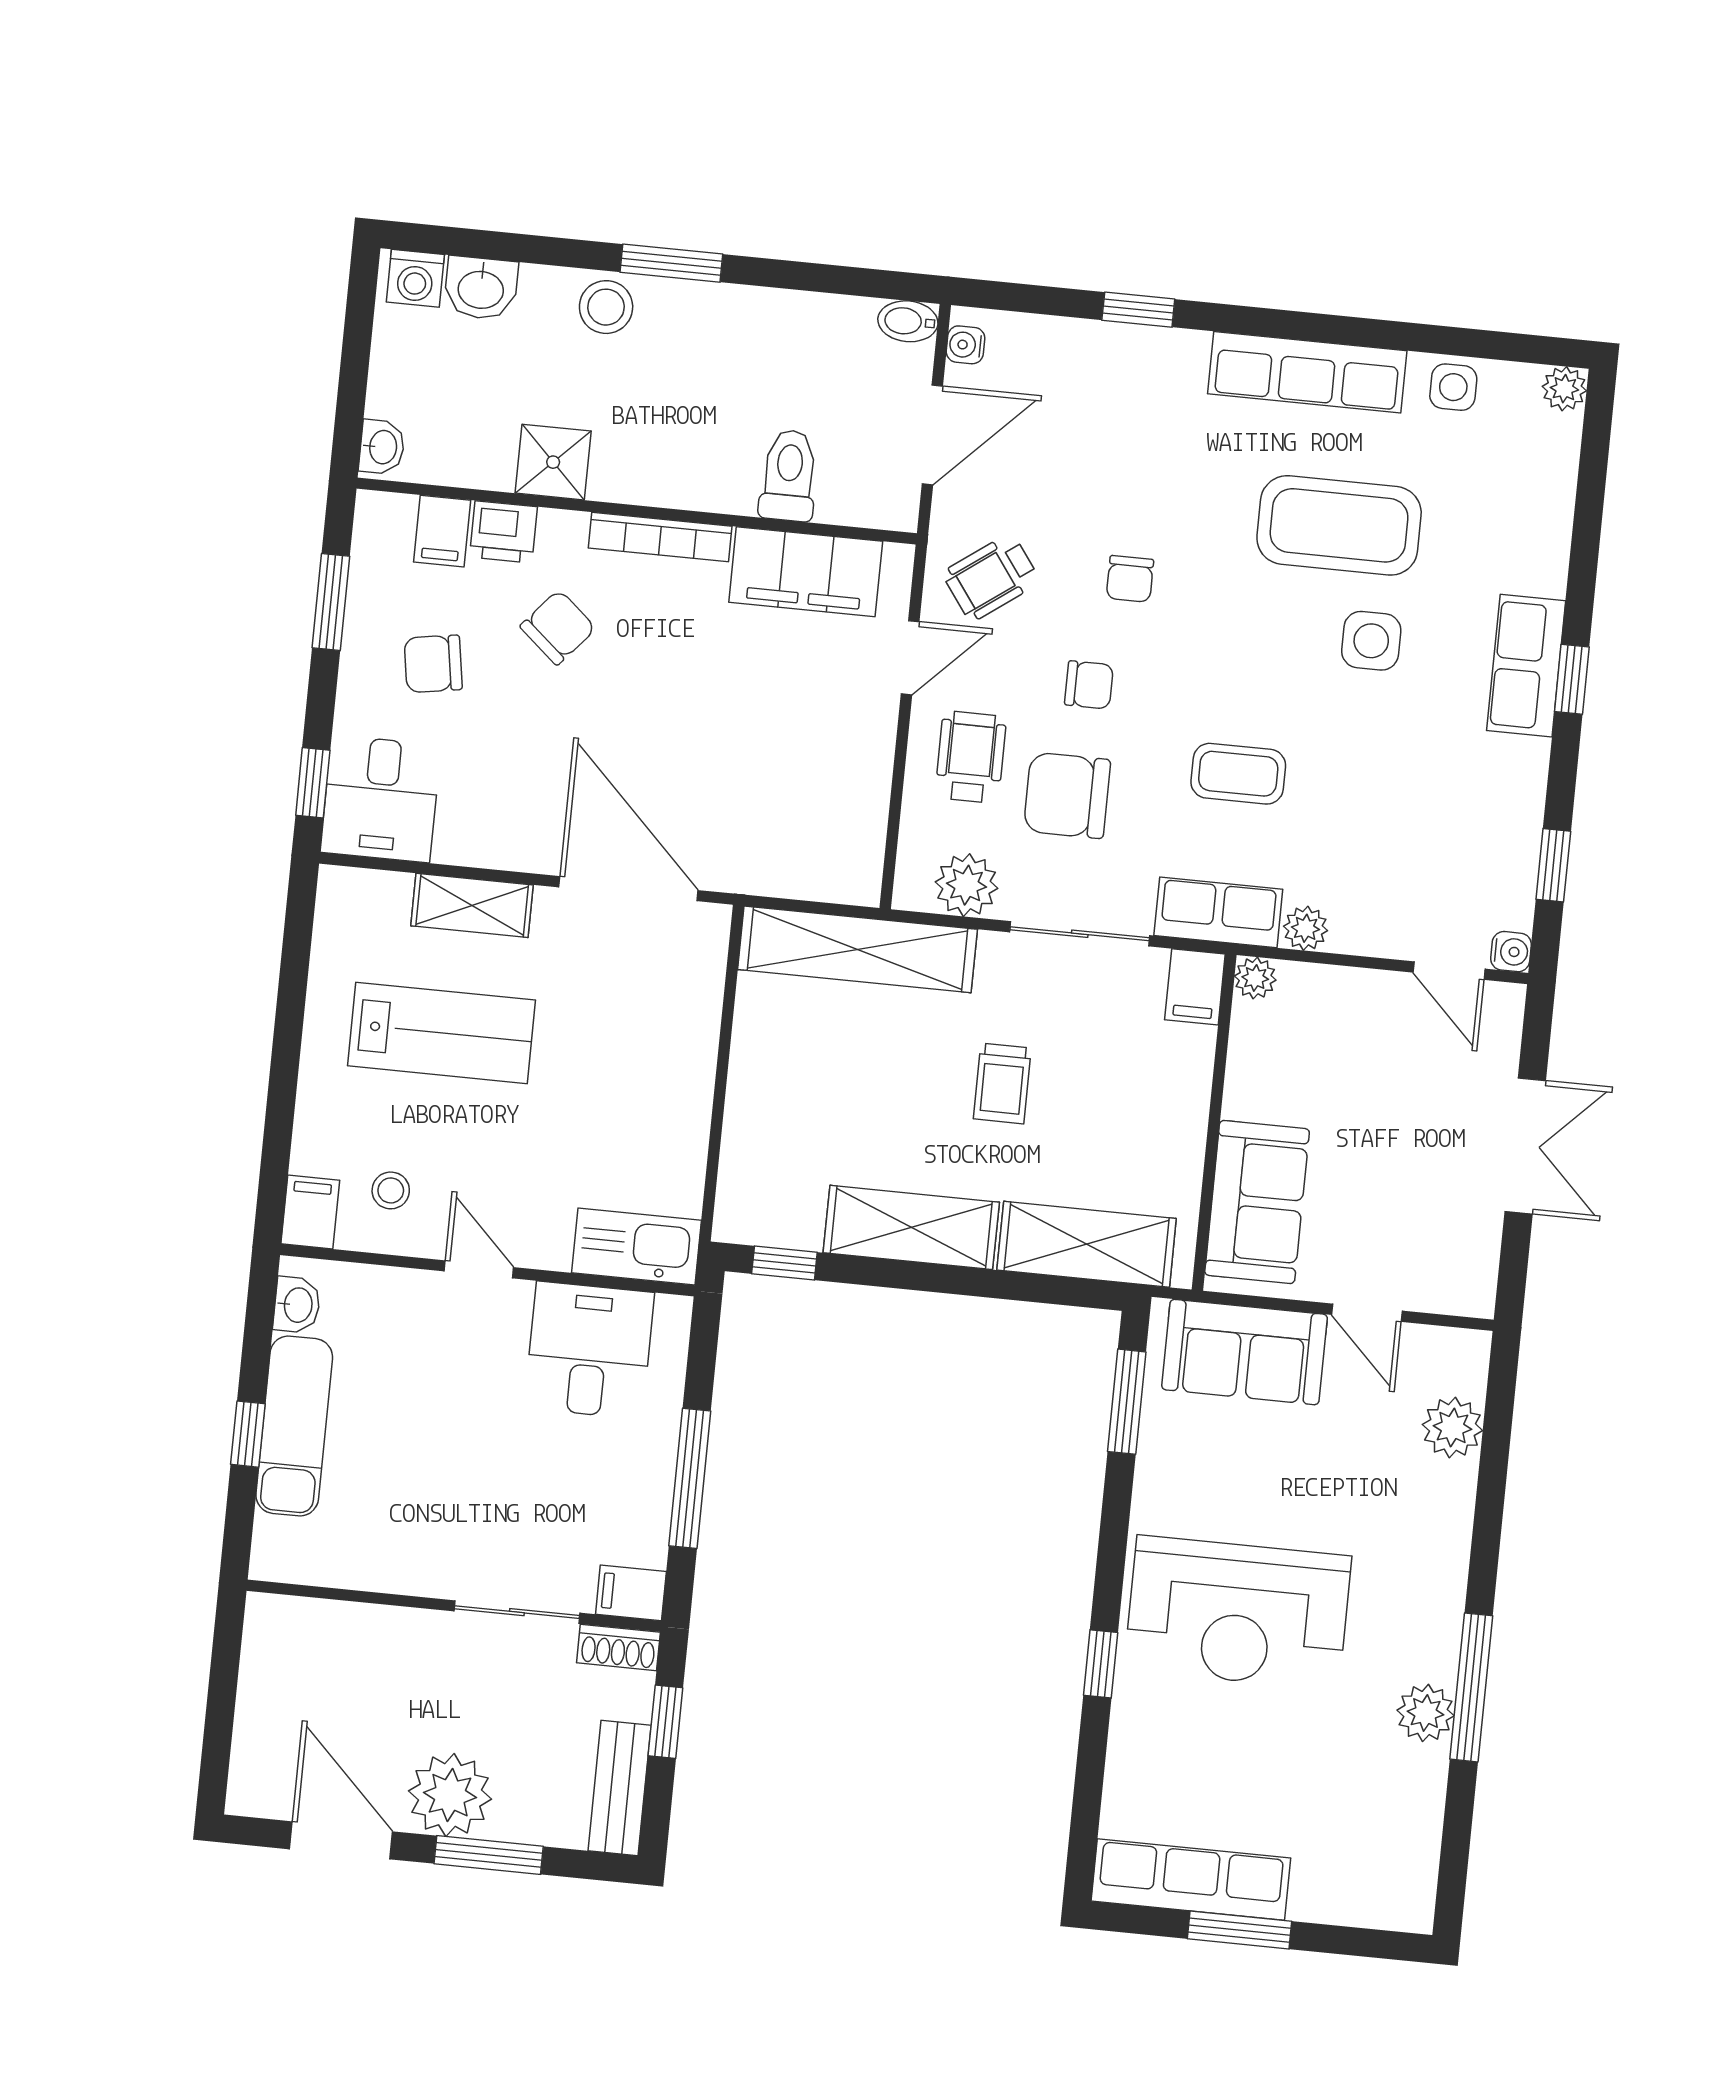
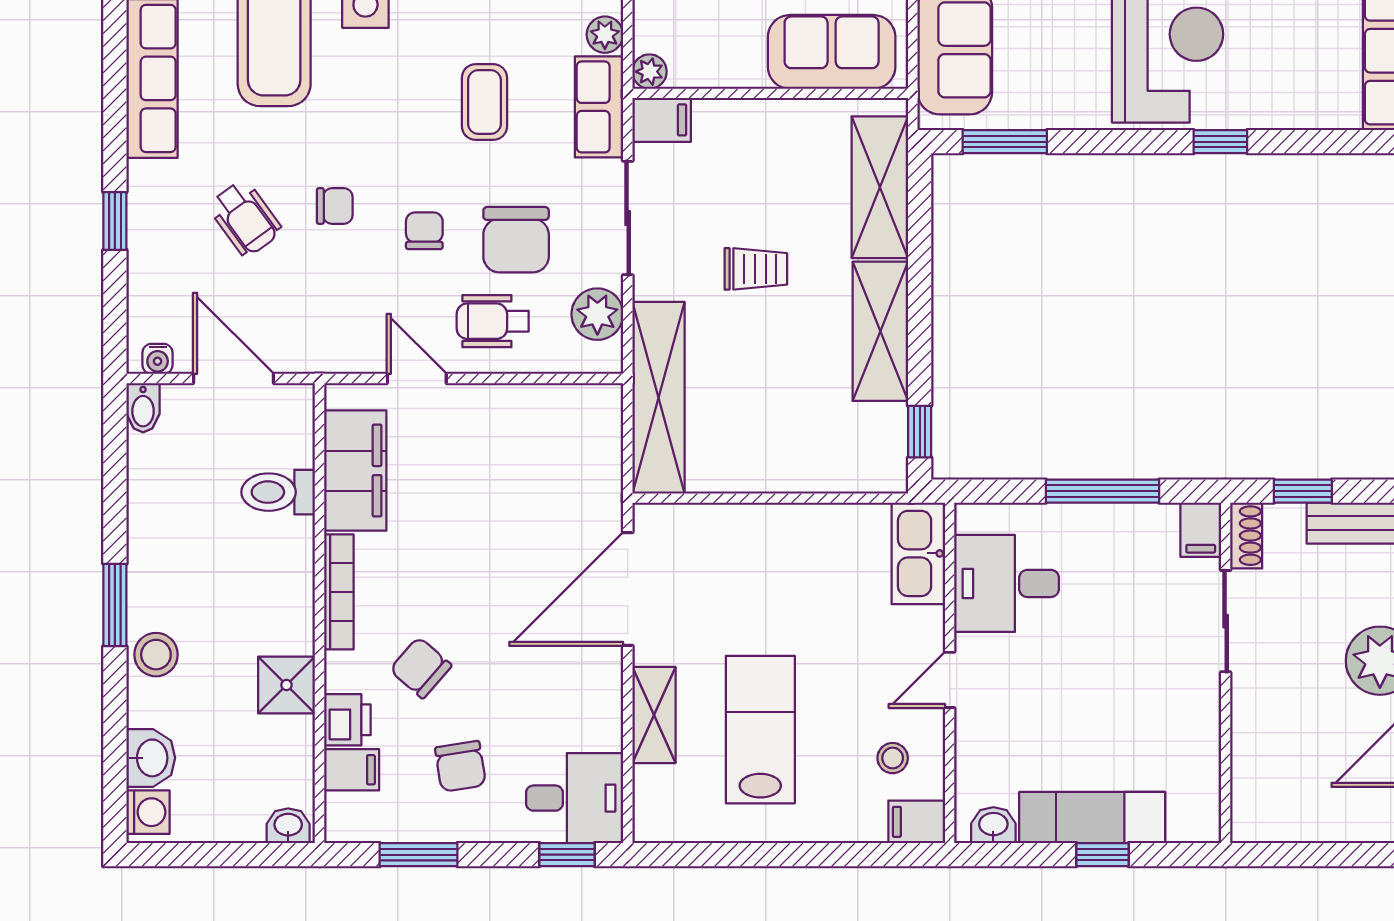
wheelchair: (991, 577) -> (245, 218), moved

